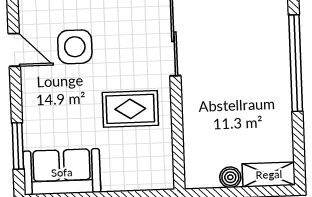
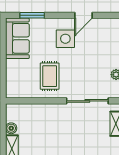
side table: (75, 47) -> (65, 39), moved

